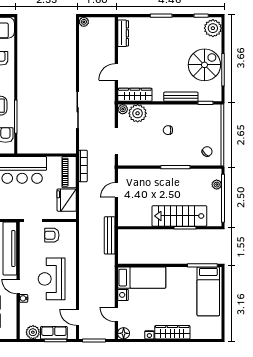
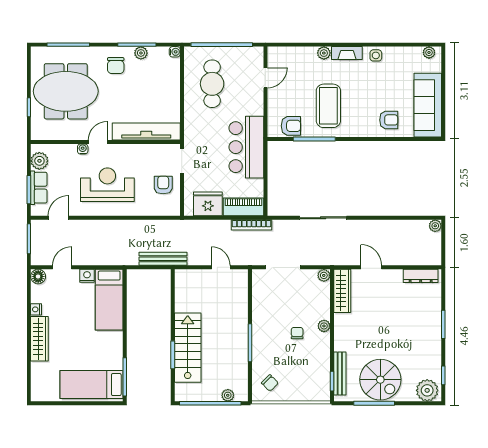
bench: (181, 97) -> (340, 373), moved
plant: (138, 113) -> (324, 326), moved, width x0.53, depth x0.53

